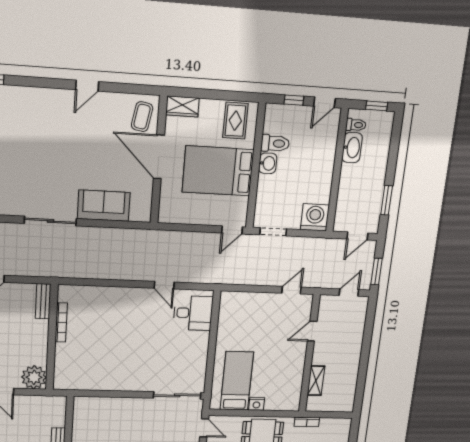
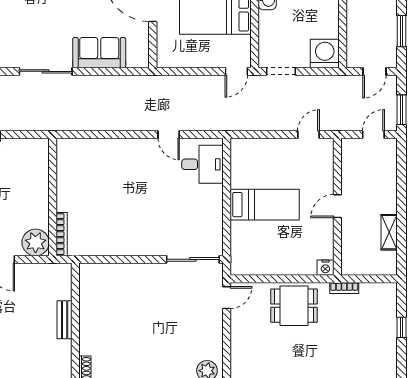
bench: (43, 301) -> (42, 157), removed
bookcase: (61, 322) -> (62, 234), moved
door: (312, 331) -> (337, 206), moved
bed: (237, 381) -> (265, 205), moved, turned 90
shelving: (316, 381) -> (389, 232), moved
nightstand: (257, 404) -> (325, 268), moved
door: (204, 428) -> (227, 298), hinge flipped

